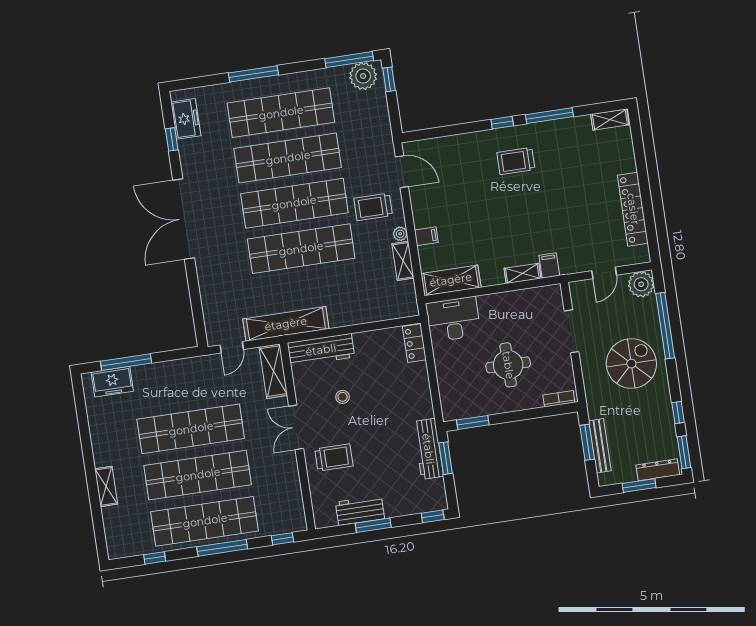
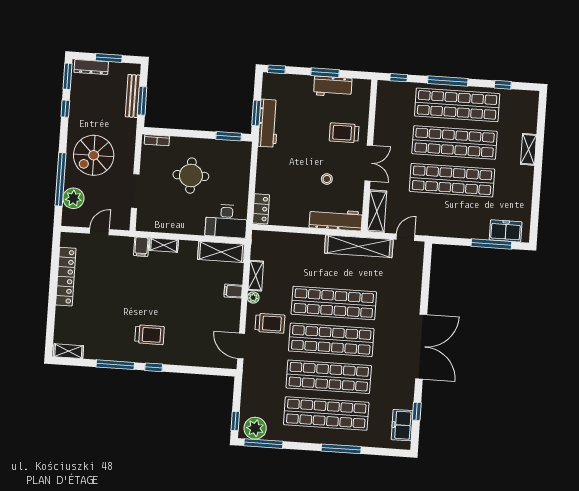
plant: (641, 284) -> (73, 198), moved

